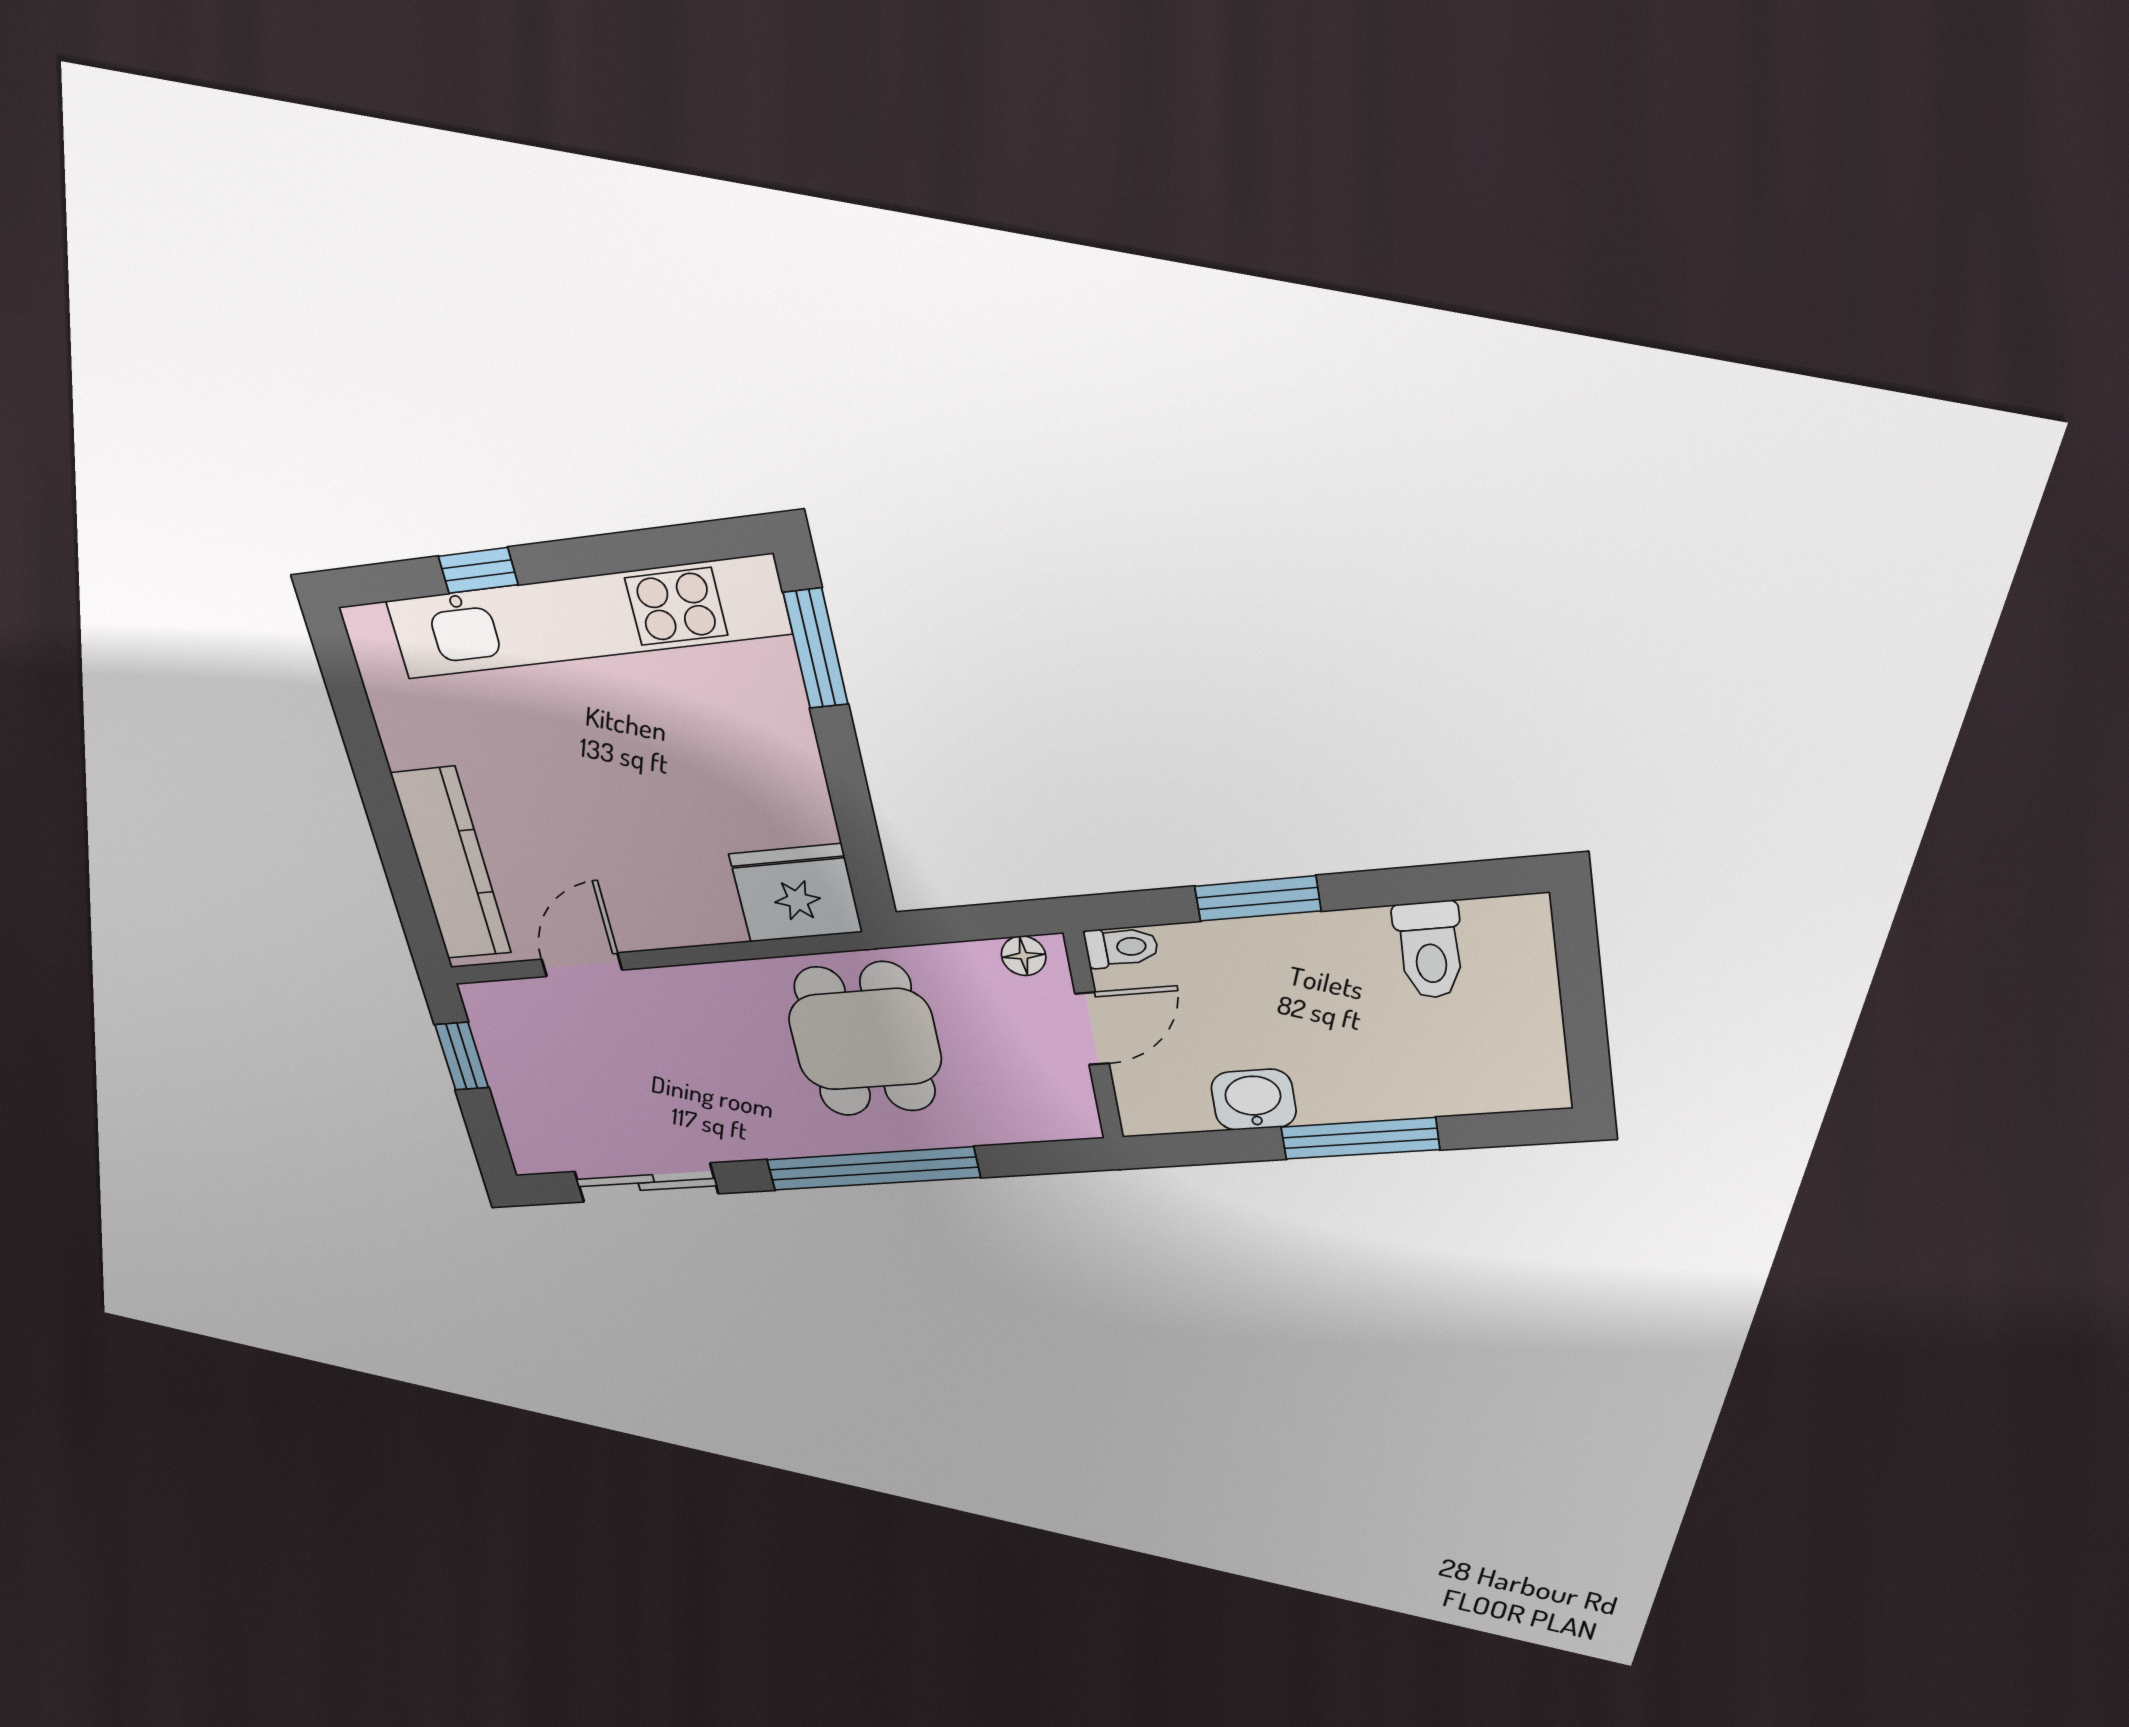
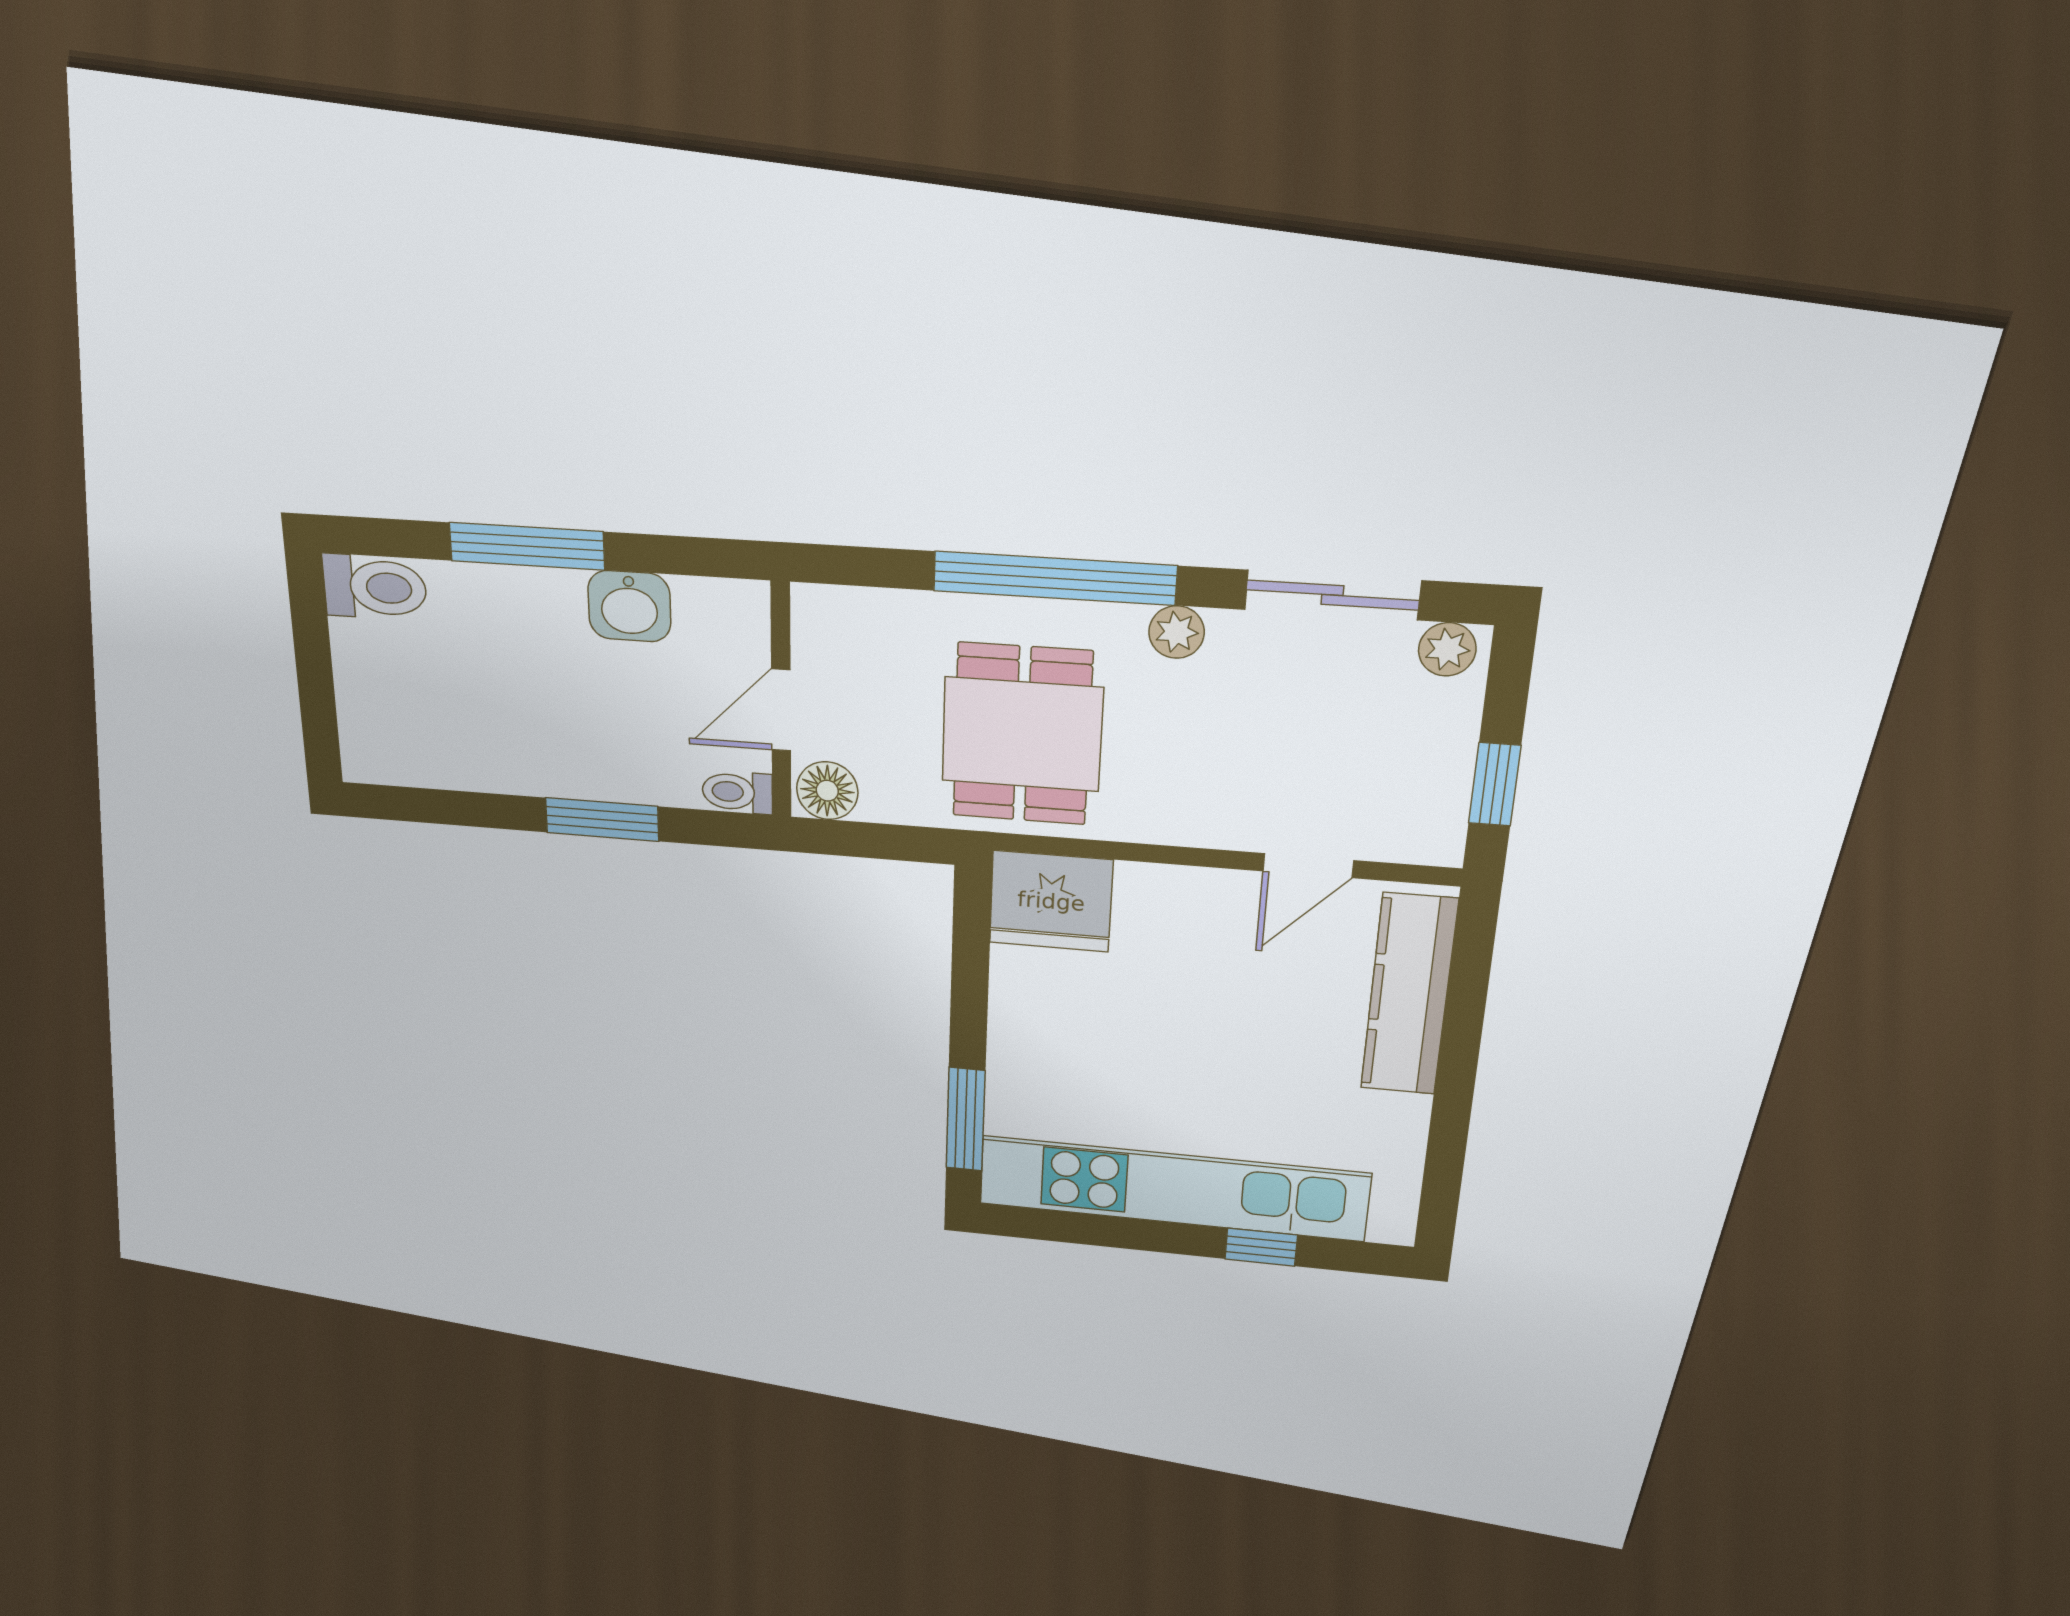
toilet: (1430, 950) -> (375, 587), moved, turned 90
floor lamp: (1024, 956) -> (827, 791), width x1.37, depth x1.37
plant: (759, 1140) -> (1177, 632), added
plant: (543, 1154) -> (1447, 649), added

